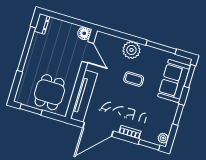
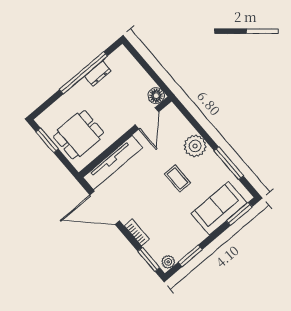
dresser: (42, 24) -> (98, 74), moved
window: (178, 115) -> (190, 256), moved

